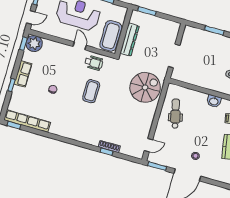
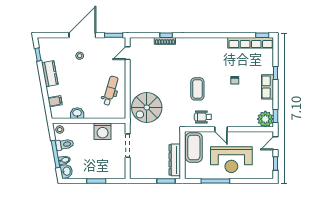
dresser: (130, 40) -> (175, 160), moved
washing machine: (194, 77) -> (103, 131), added
dental chair: (175, 114) -> (110, 91), turned -150

